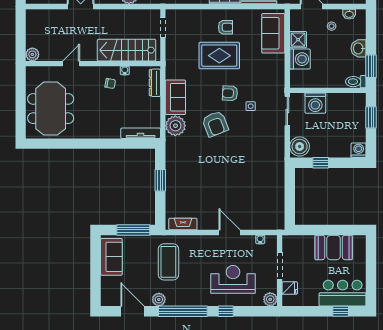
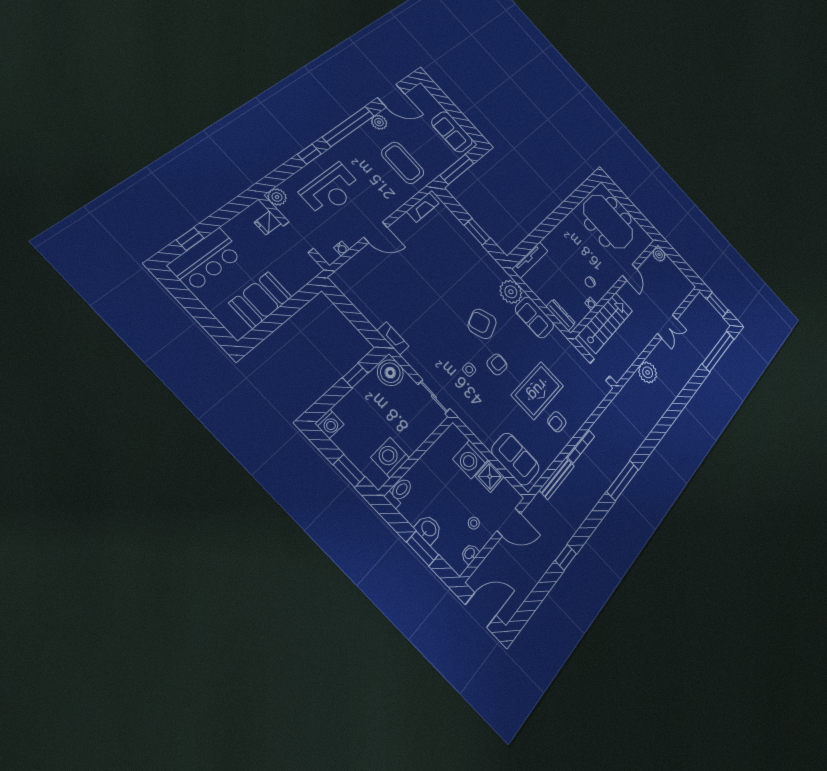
window: (371, 66) -> (423, 548), moved
washing machine: (315, 103) -> (390, 458), moved
fireplace: (279, 164) -> (393, 338), added

